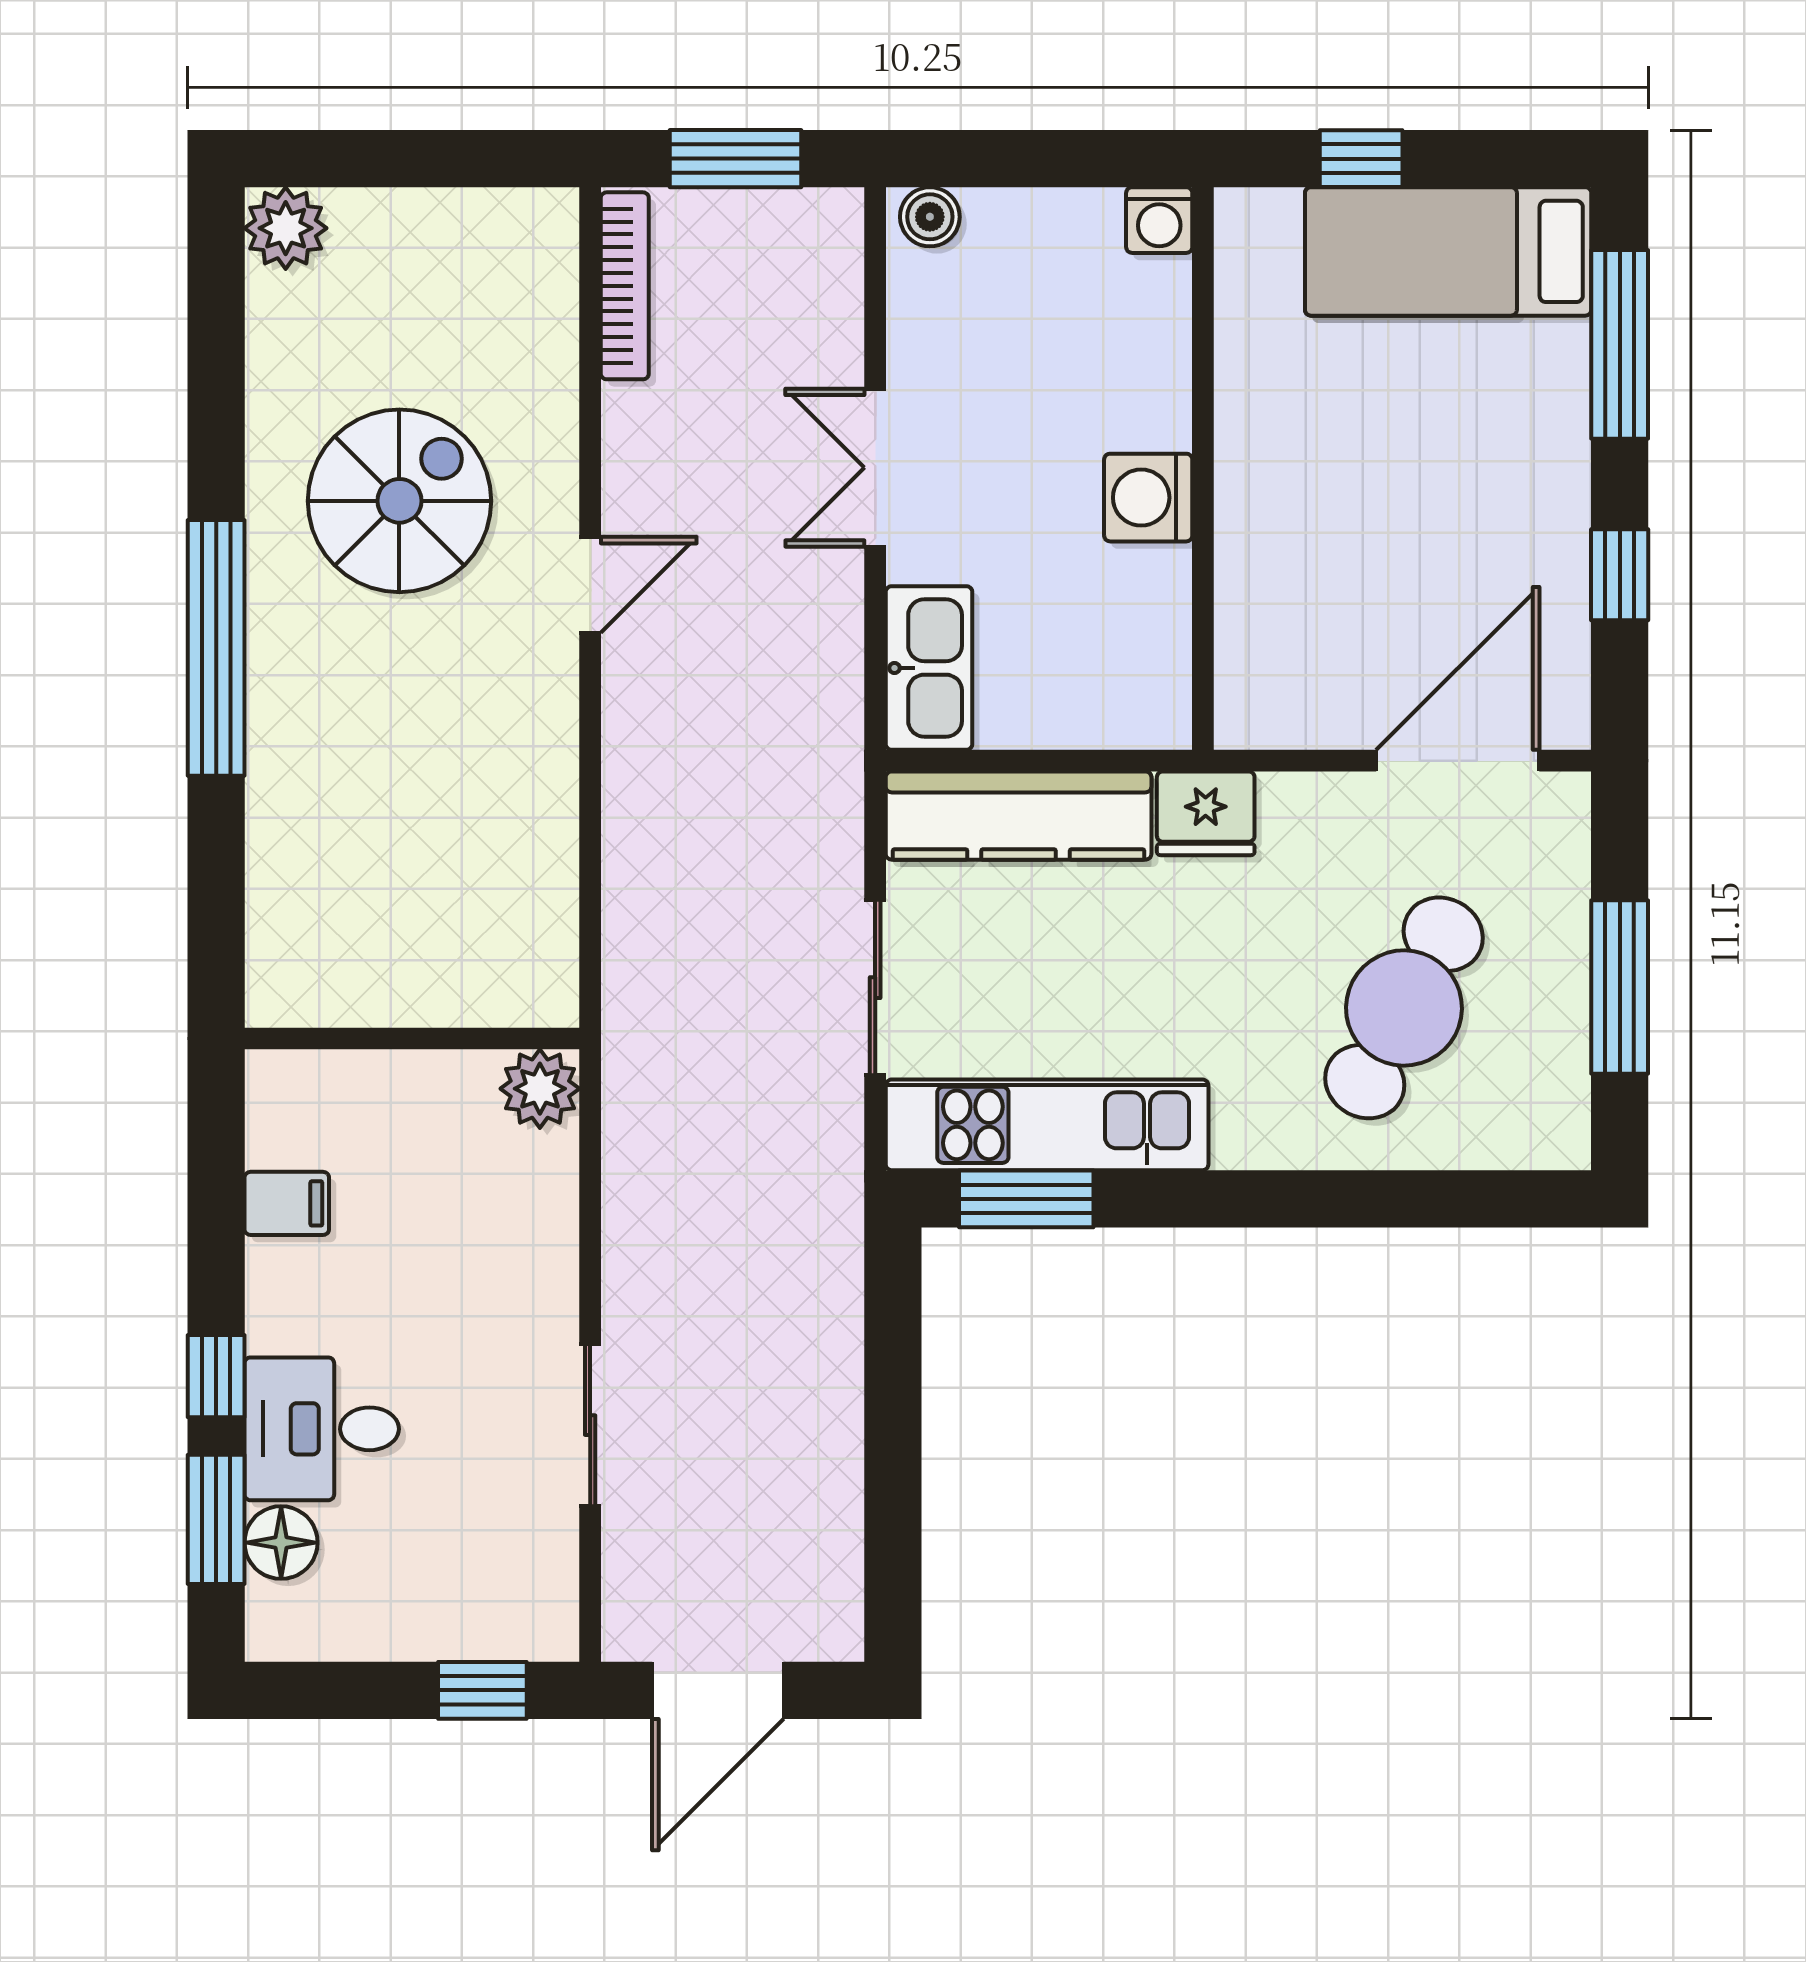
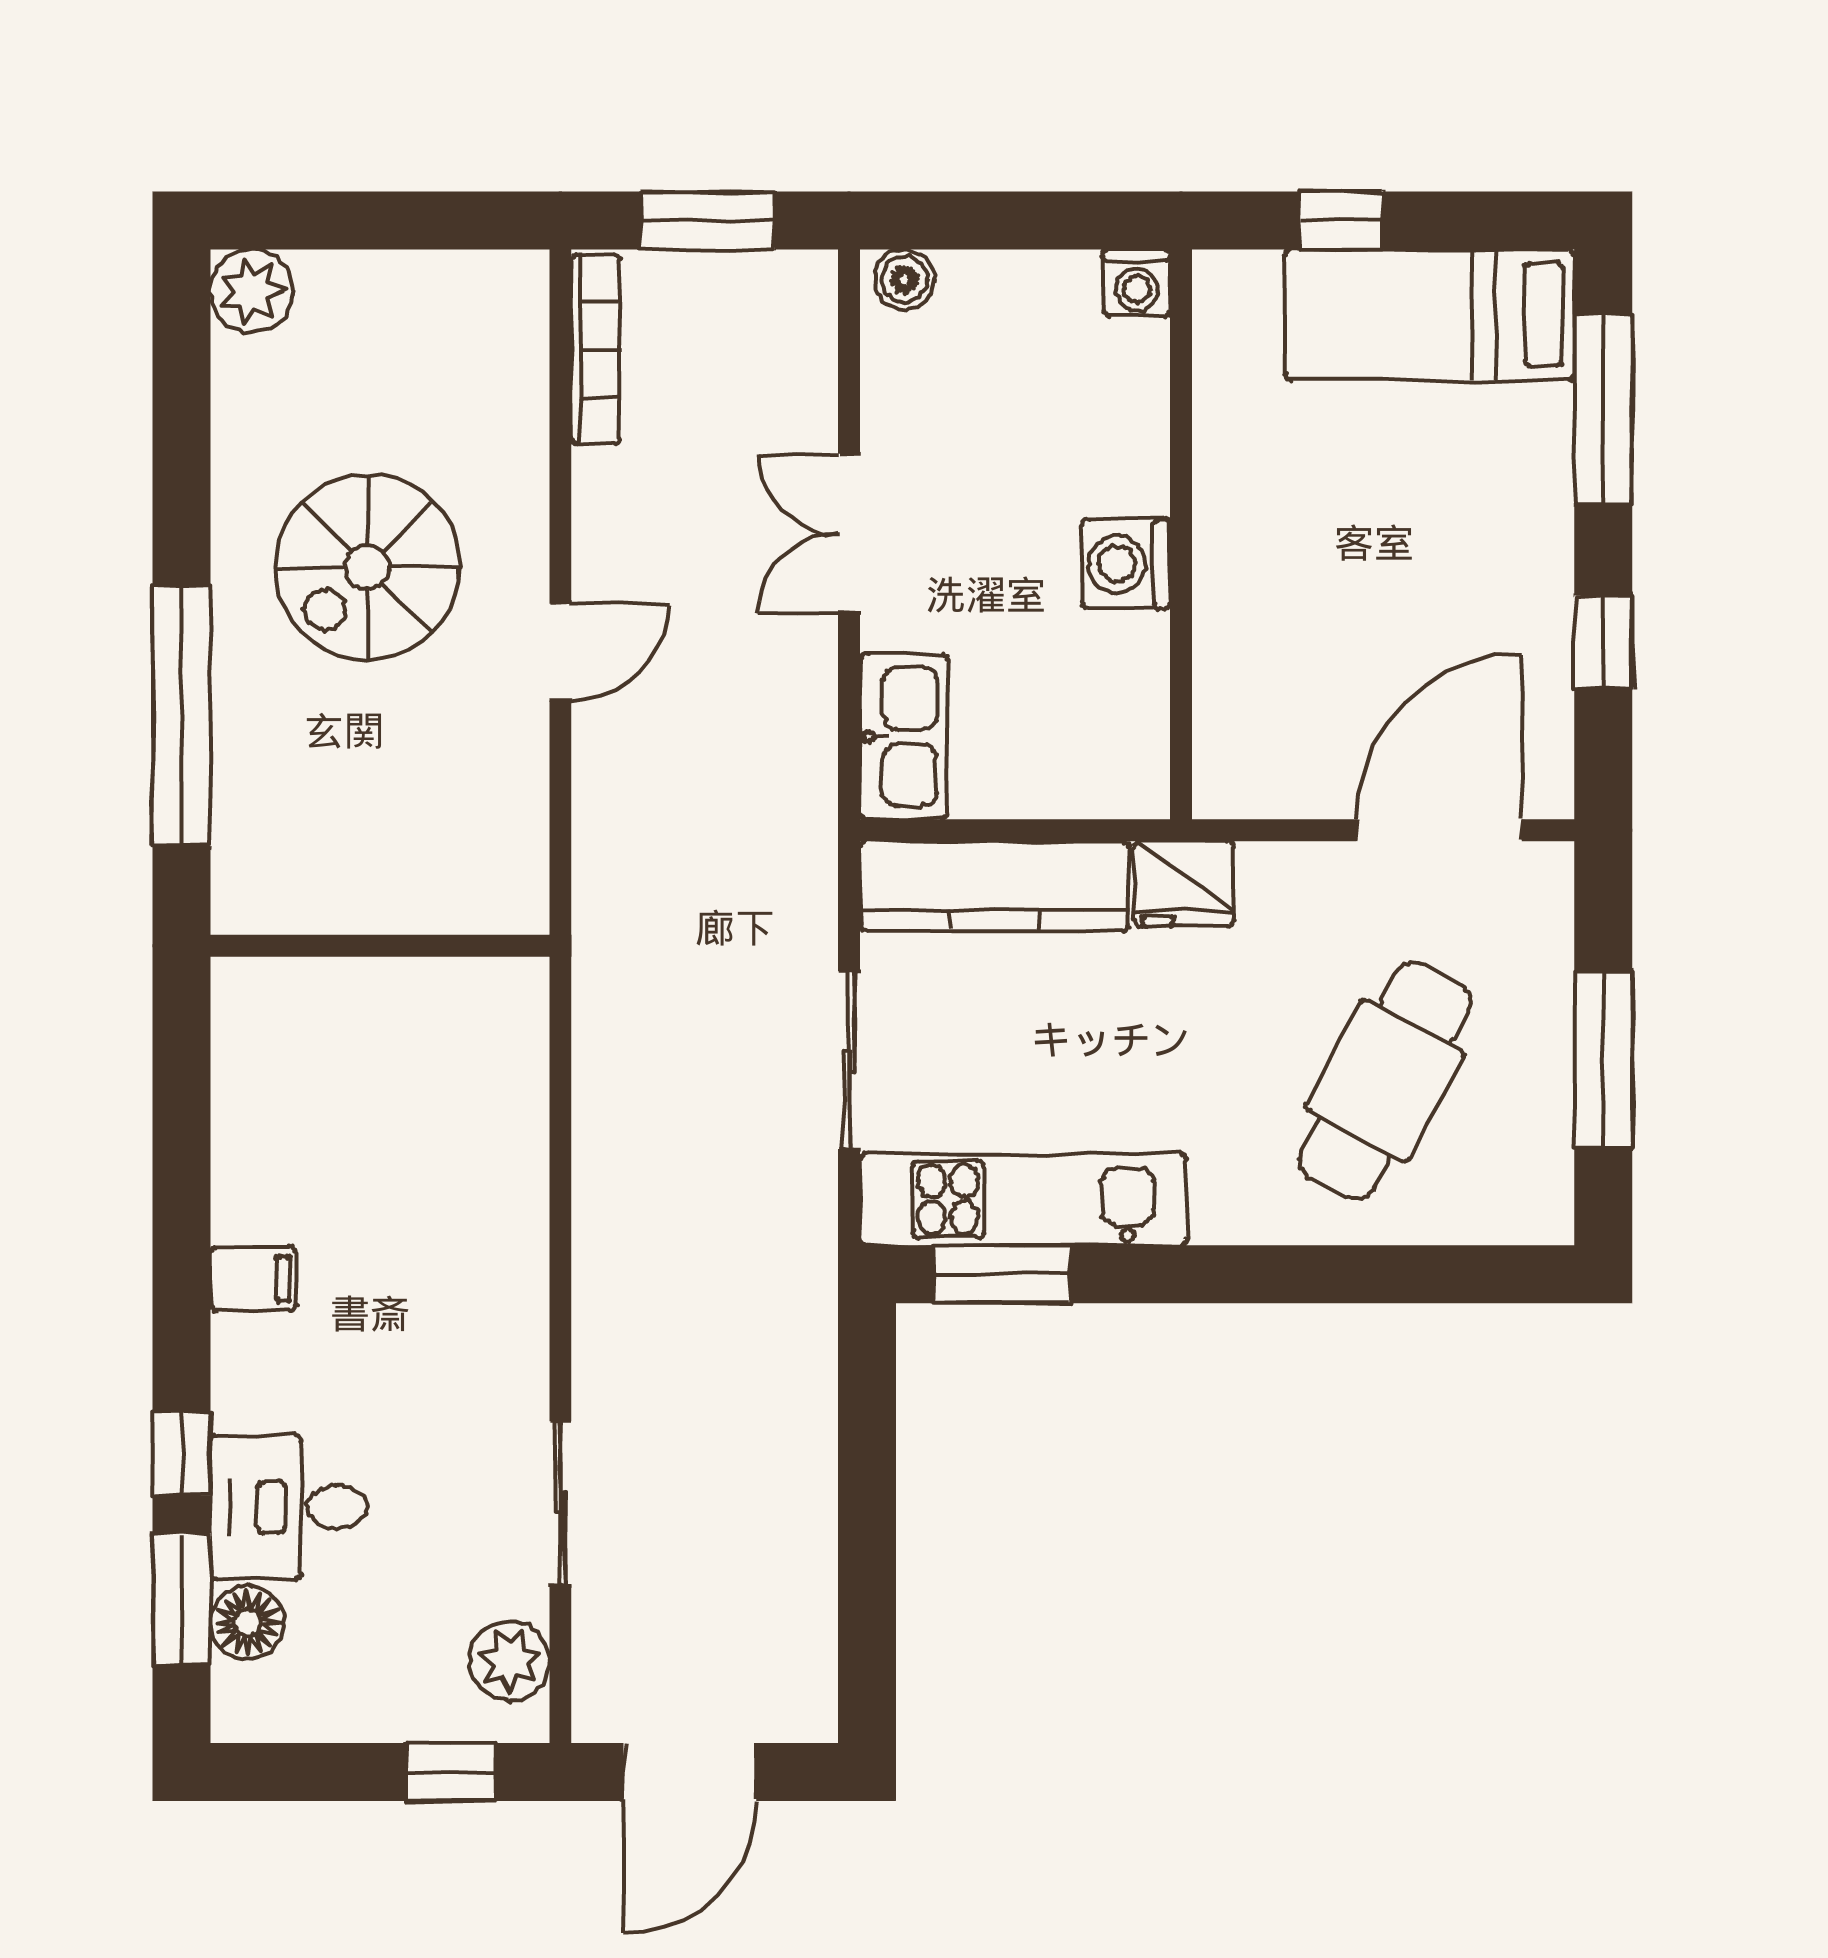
spiral stairs: (399, 501) -> (367, 567), turned 180
wall: (412, 1038) -> (380, 946), moved
plant: (540, 1089) -> (510, 1661), moved

